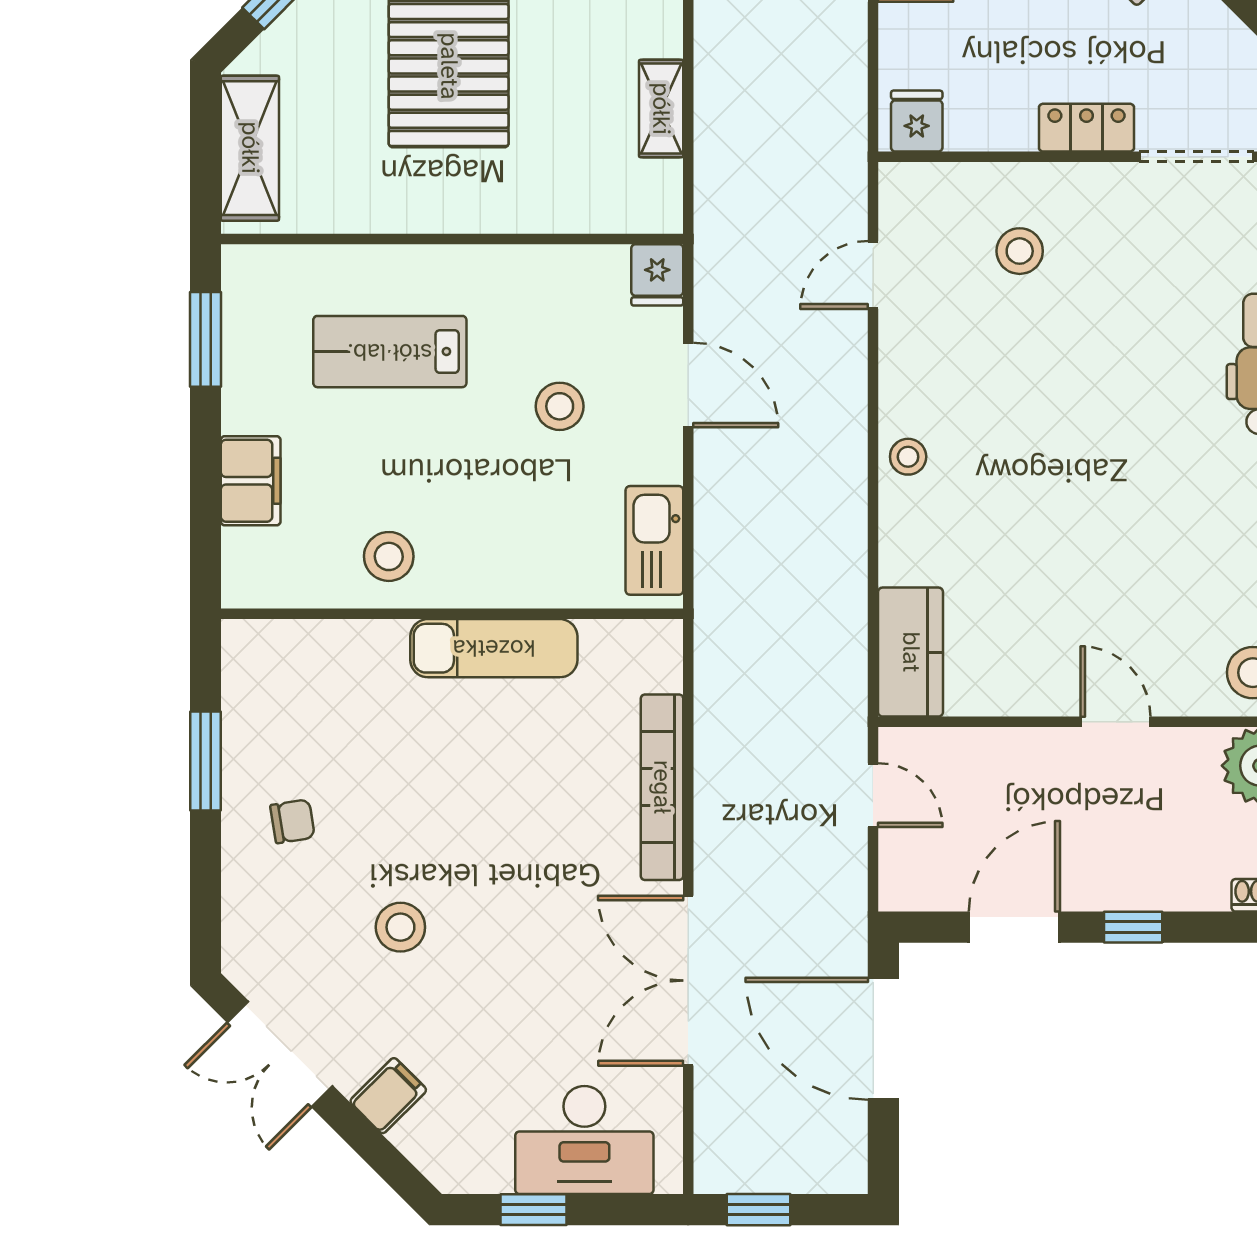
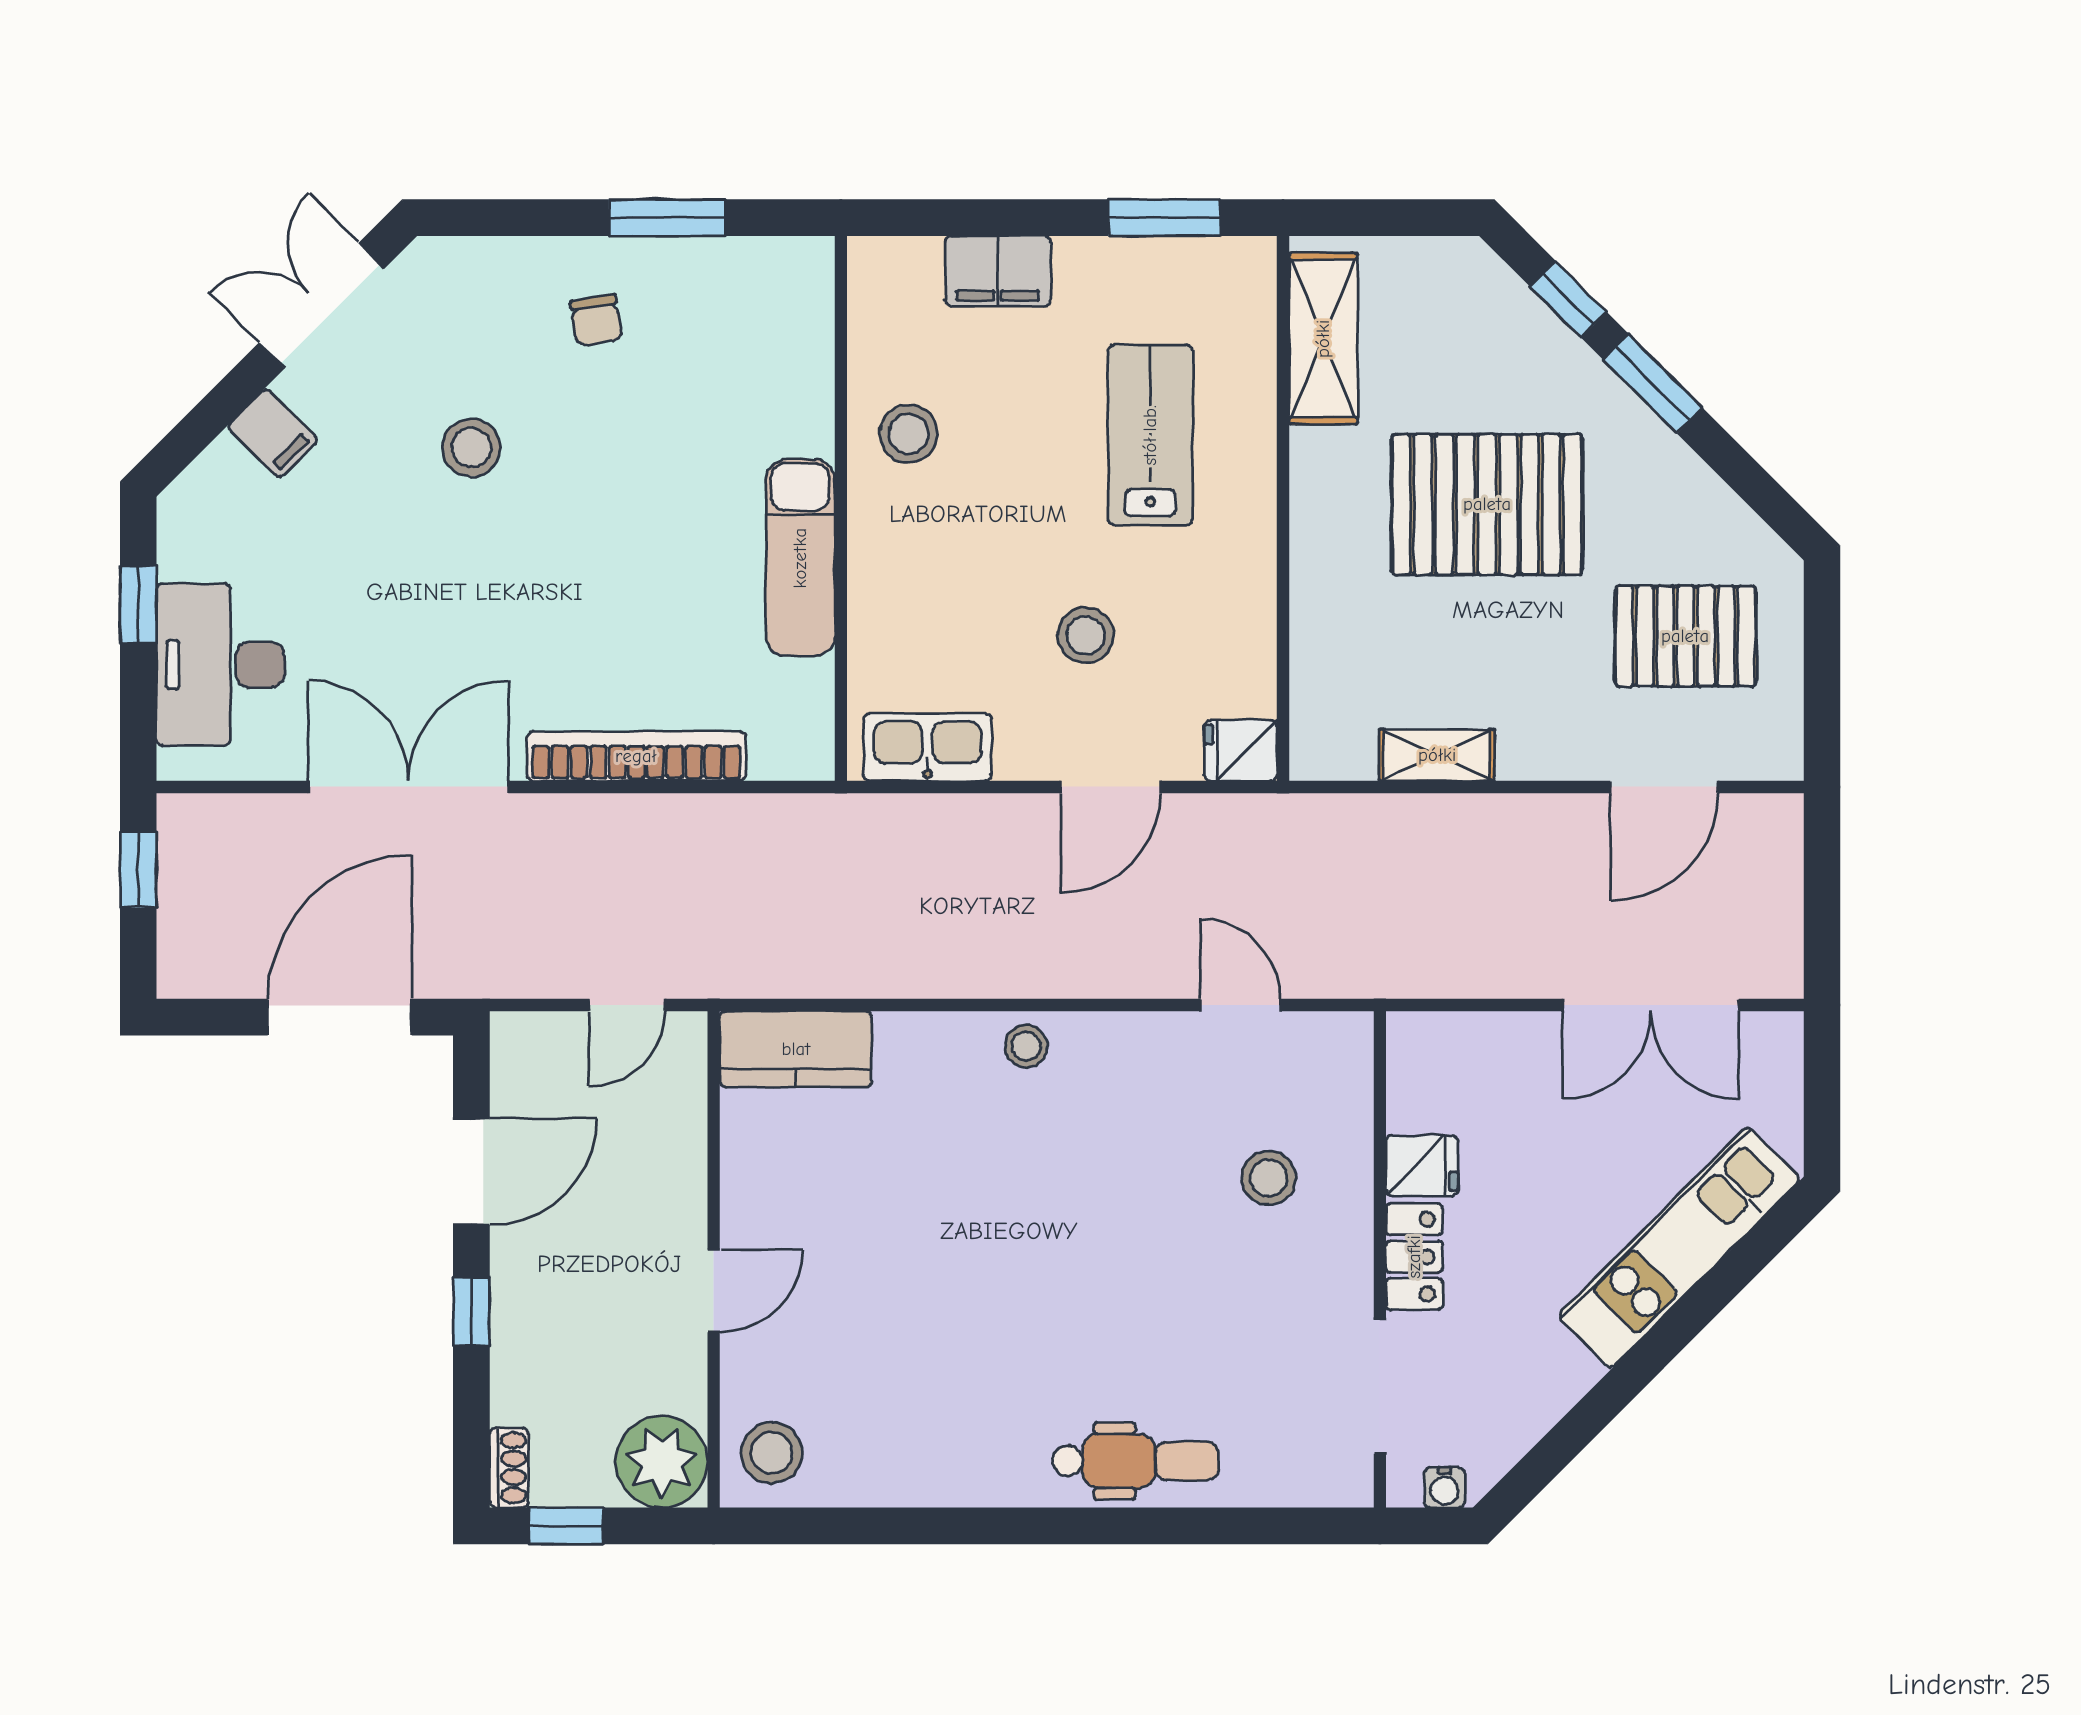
fridge: (917, 121) -> (1422, 1166), moved
shelving: (250, 148) -> (1323, 339), moved, turned 90
door: (1014, 927) -> (471, 1172), hinge flipped

